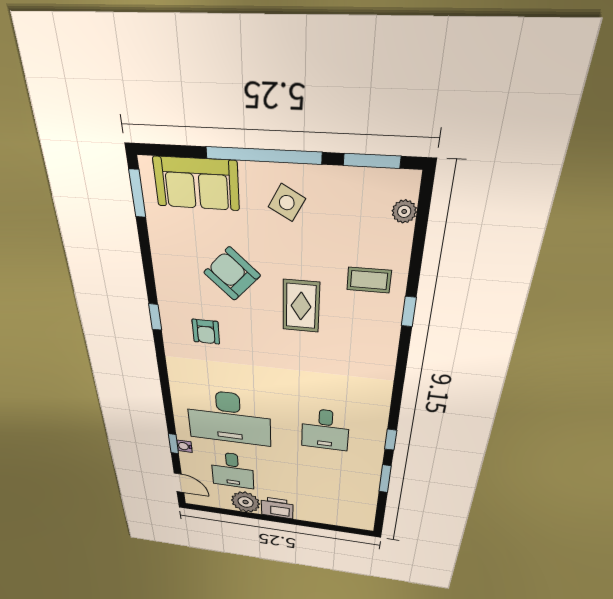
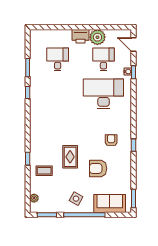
armchair: (232, 274) -> (98, 168), turned 137
desk: (325, 430) -> (58, 59), moved

